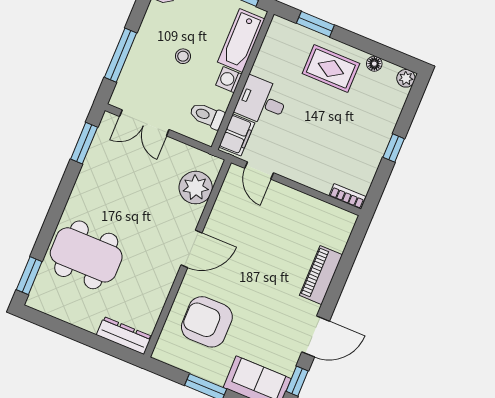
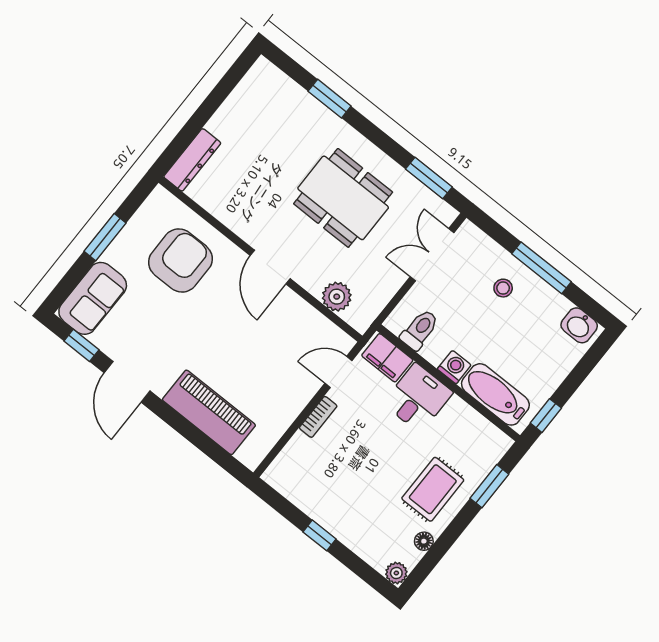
window: (121, 55) -> (541, 268), moved
stool: (183, 56) -> (503, 288), moved
plant: (196, 188) -> (337, 297), width x0.73, depth x0.73
bookcase: (347, 196) -> (318, 417), moved
dining table: (86, 255) -> (343, 198), moved, turned 90
piano: (321, 275) -> (209, 412), width x1.37, depth x1.33
window: (29, 276) -> (330, 99), moved

